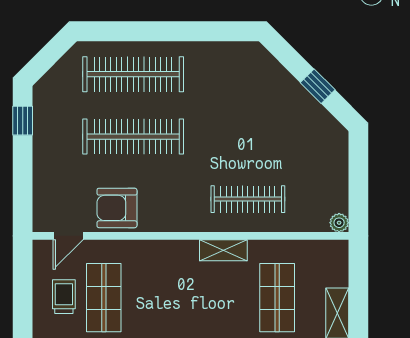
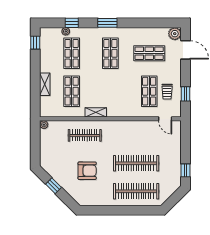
armchair: (117, 208) -> (87, 171), moved
door: (68, 236) -> (165, 119), swing flipped
window: (23, 292) -> (186, 94), added

